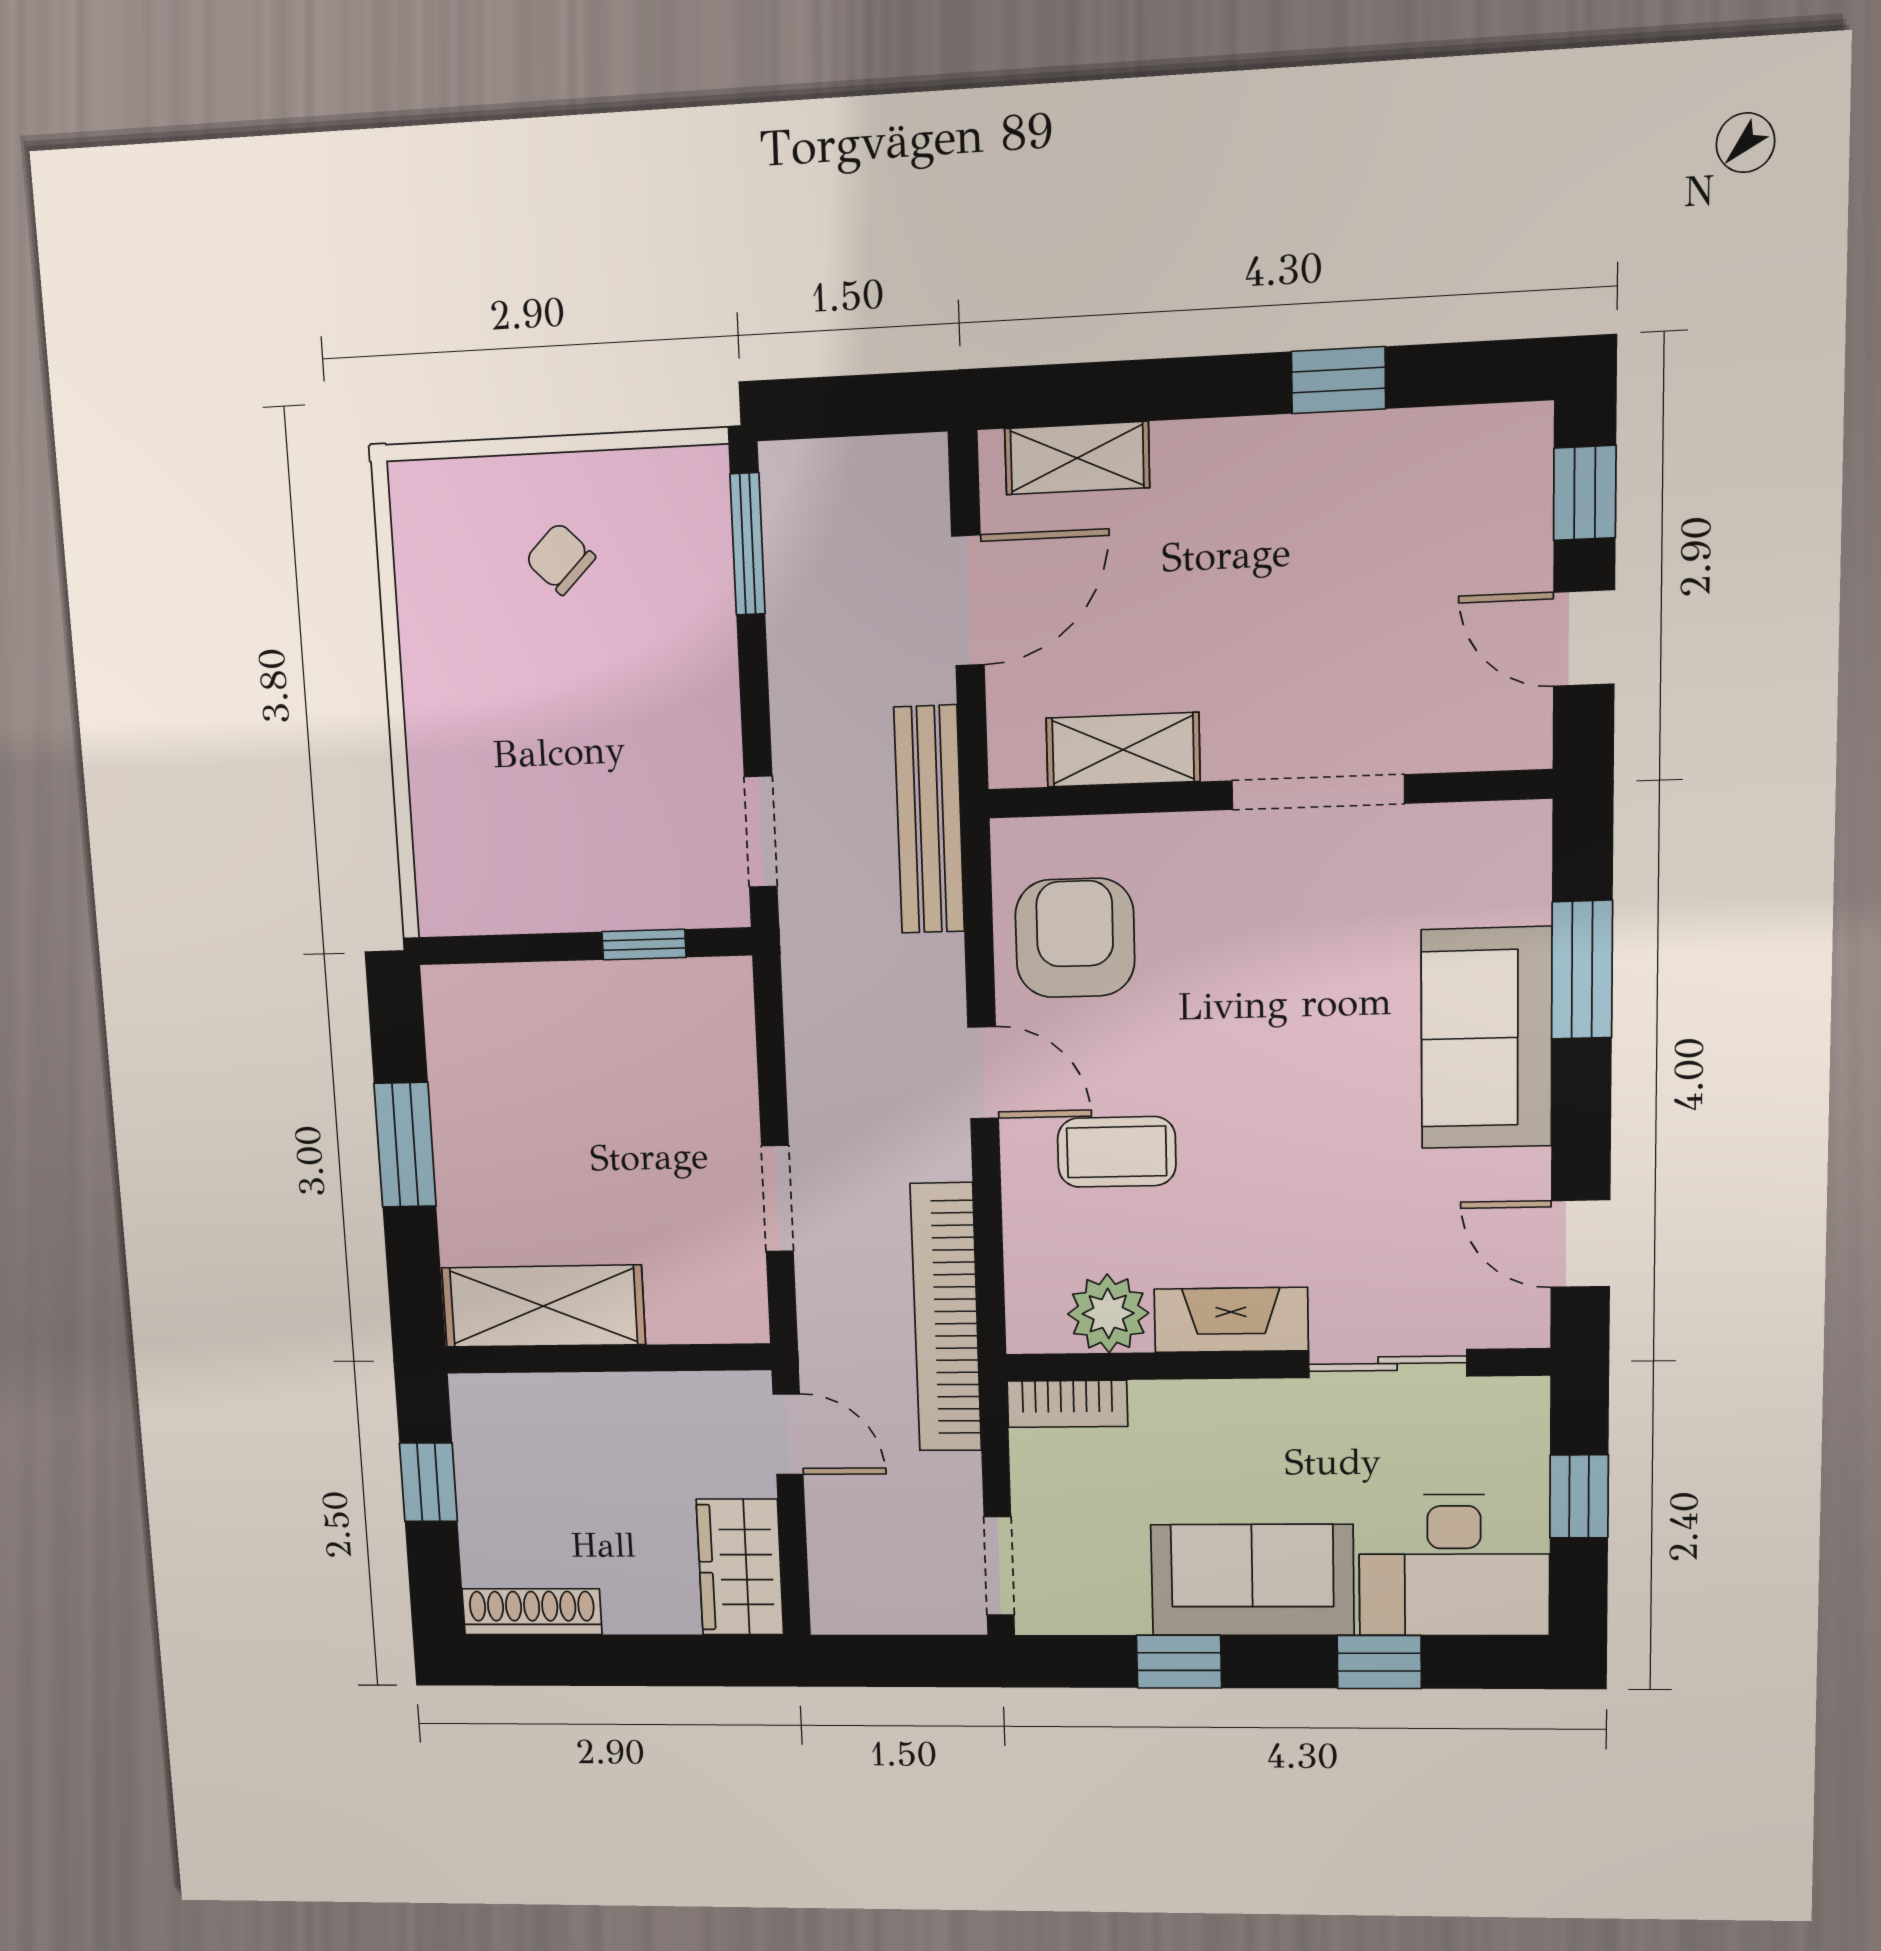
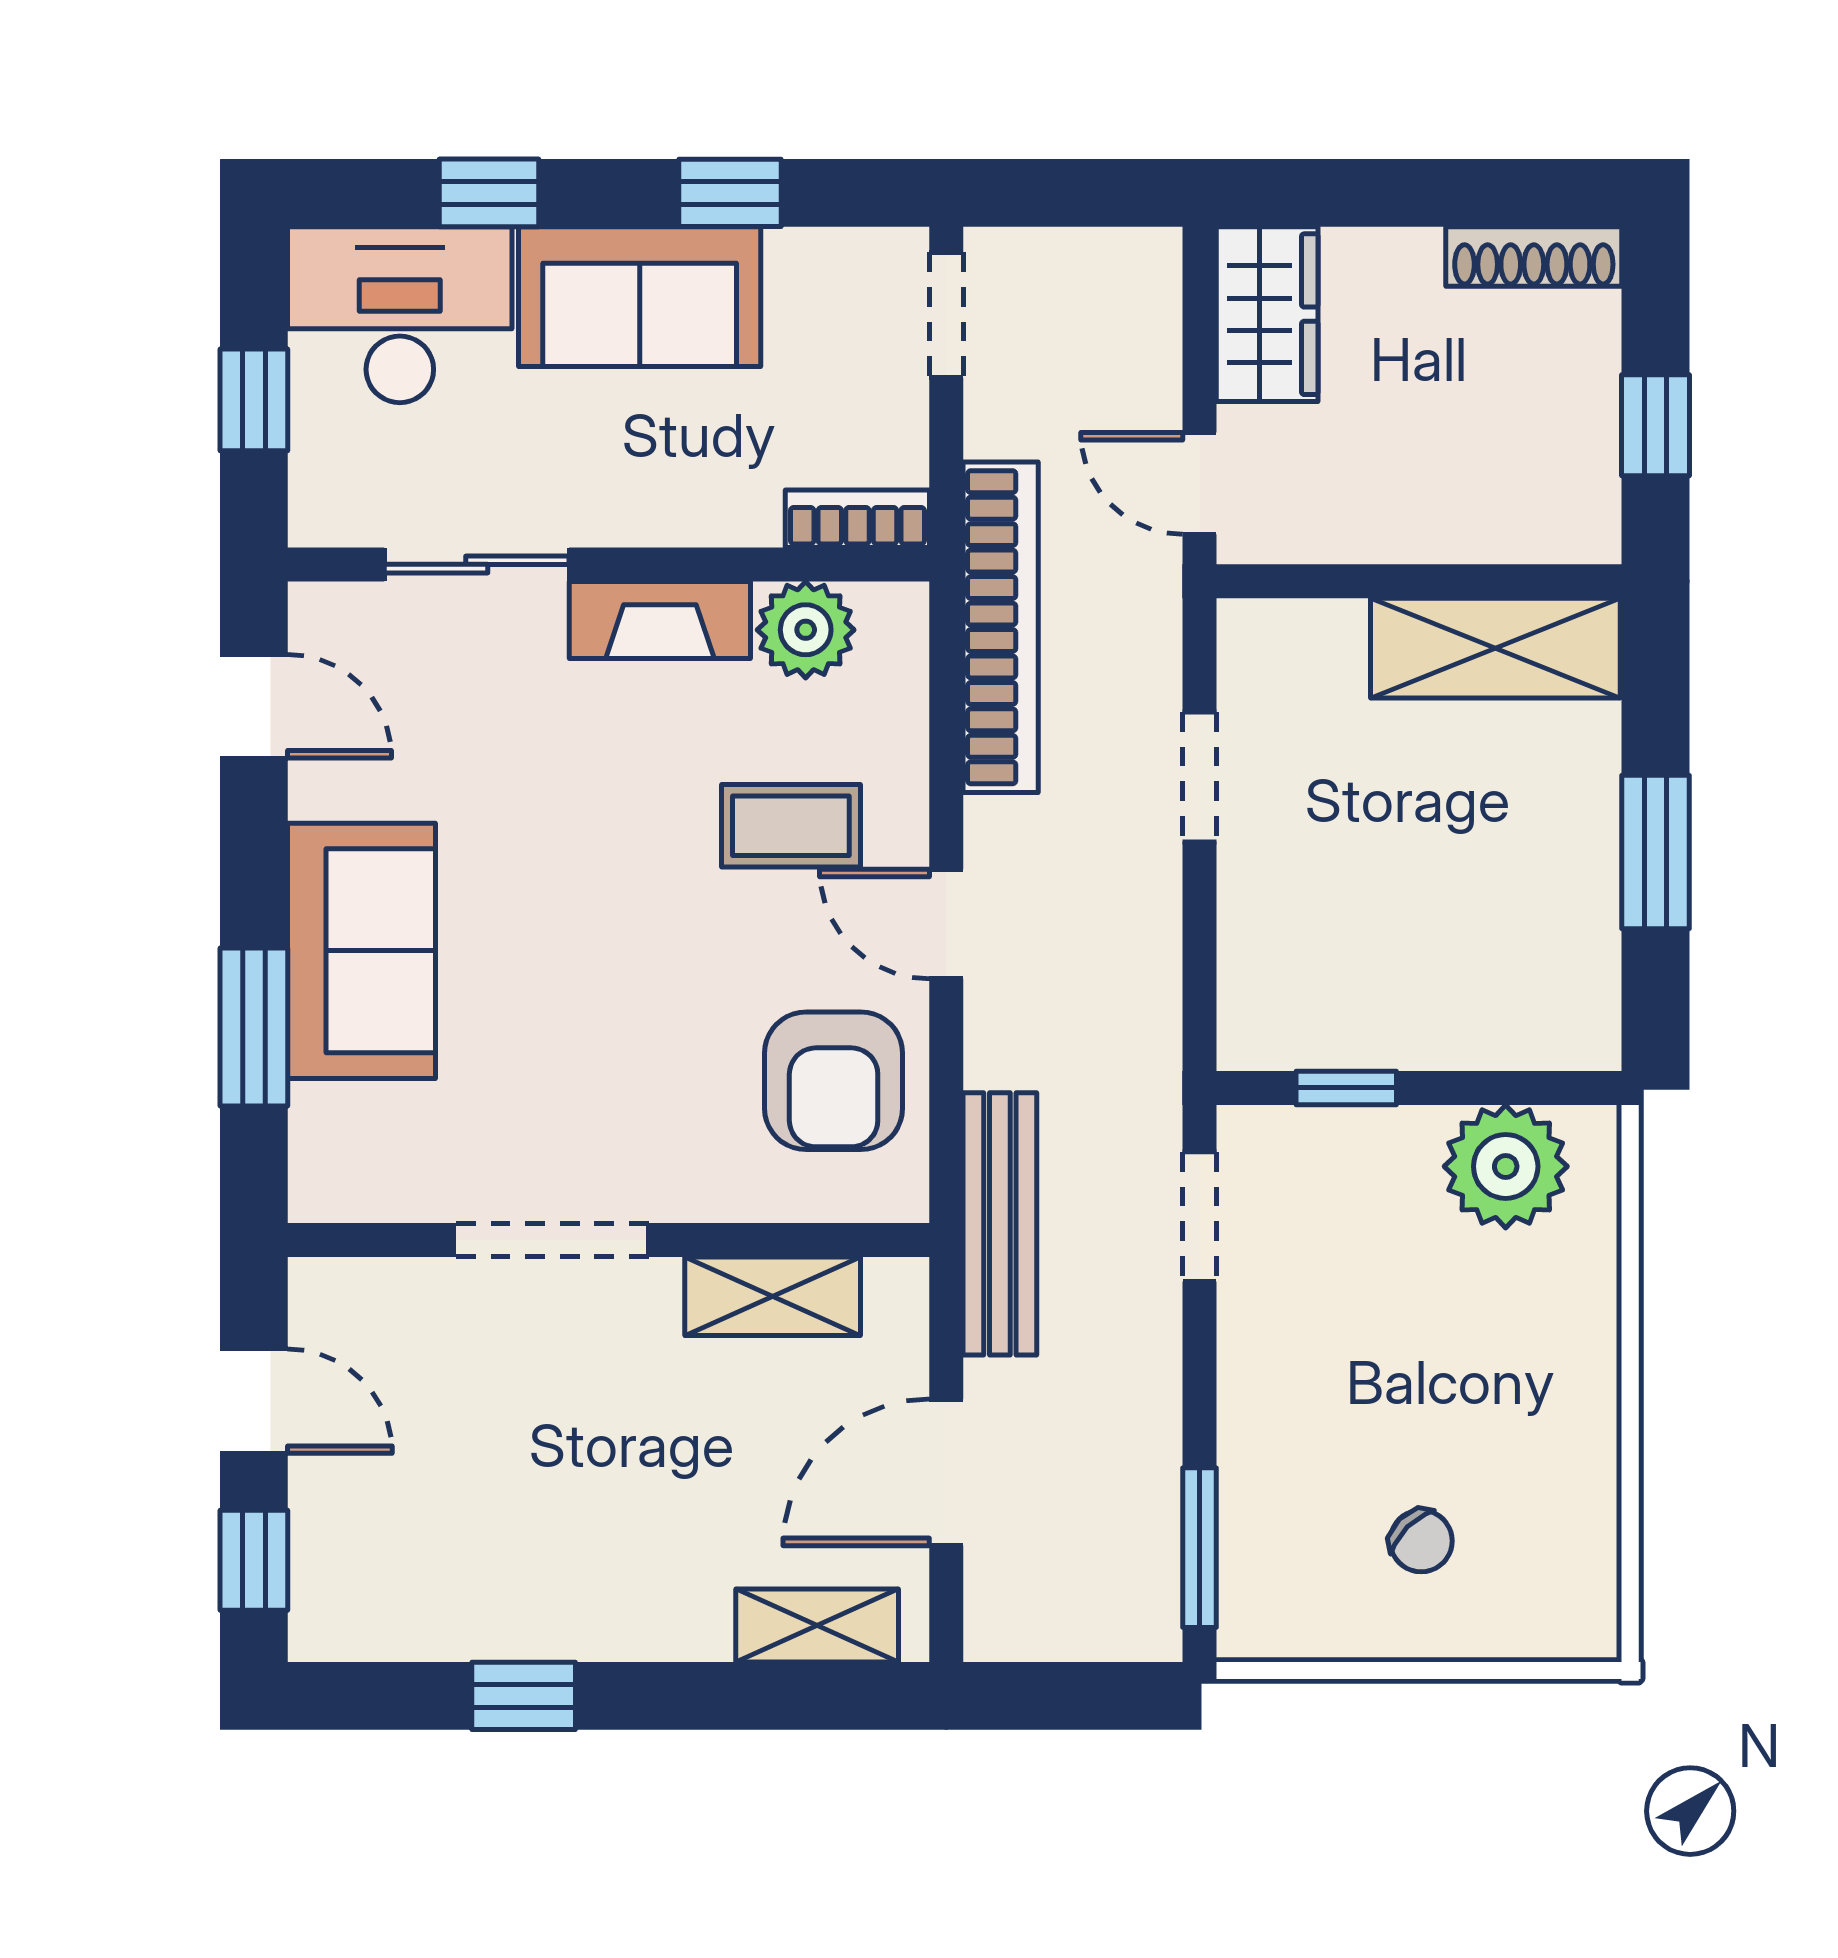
plant: (509, 883) -> (1506, 1166), added

